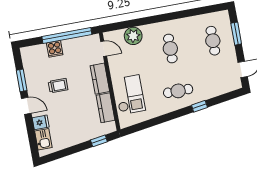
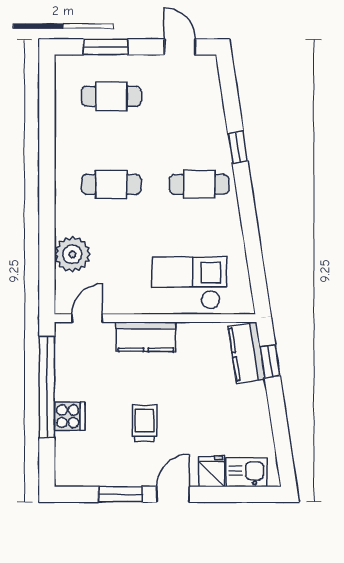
cafe table: (178, 91) -> (199, 184), turned 90
kitchen counter: (105, 108) -> (247, 353), moved, turned 81

